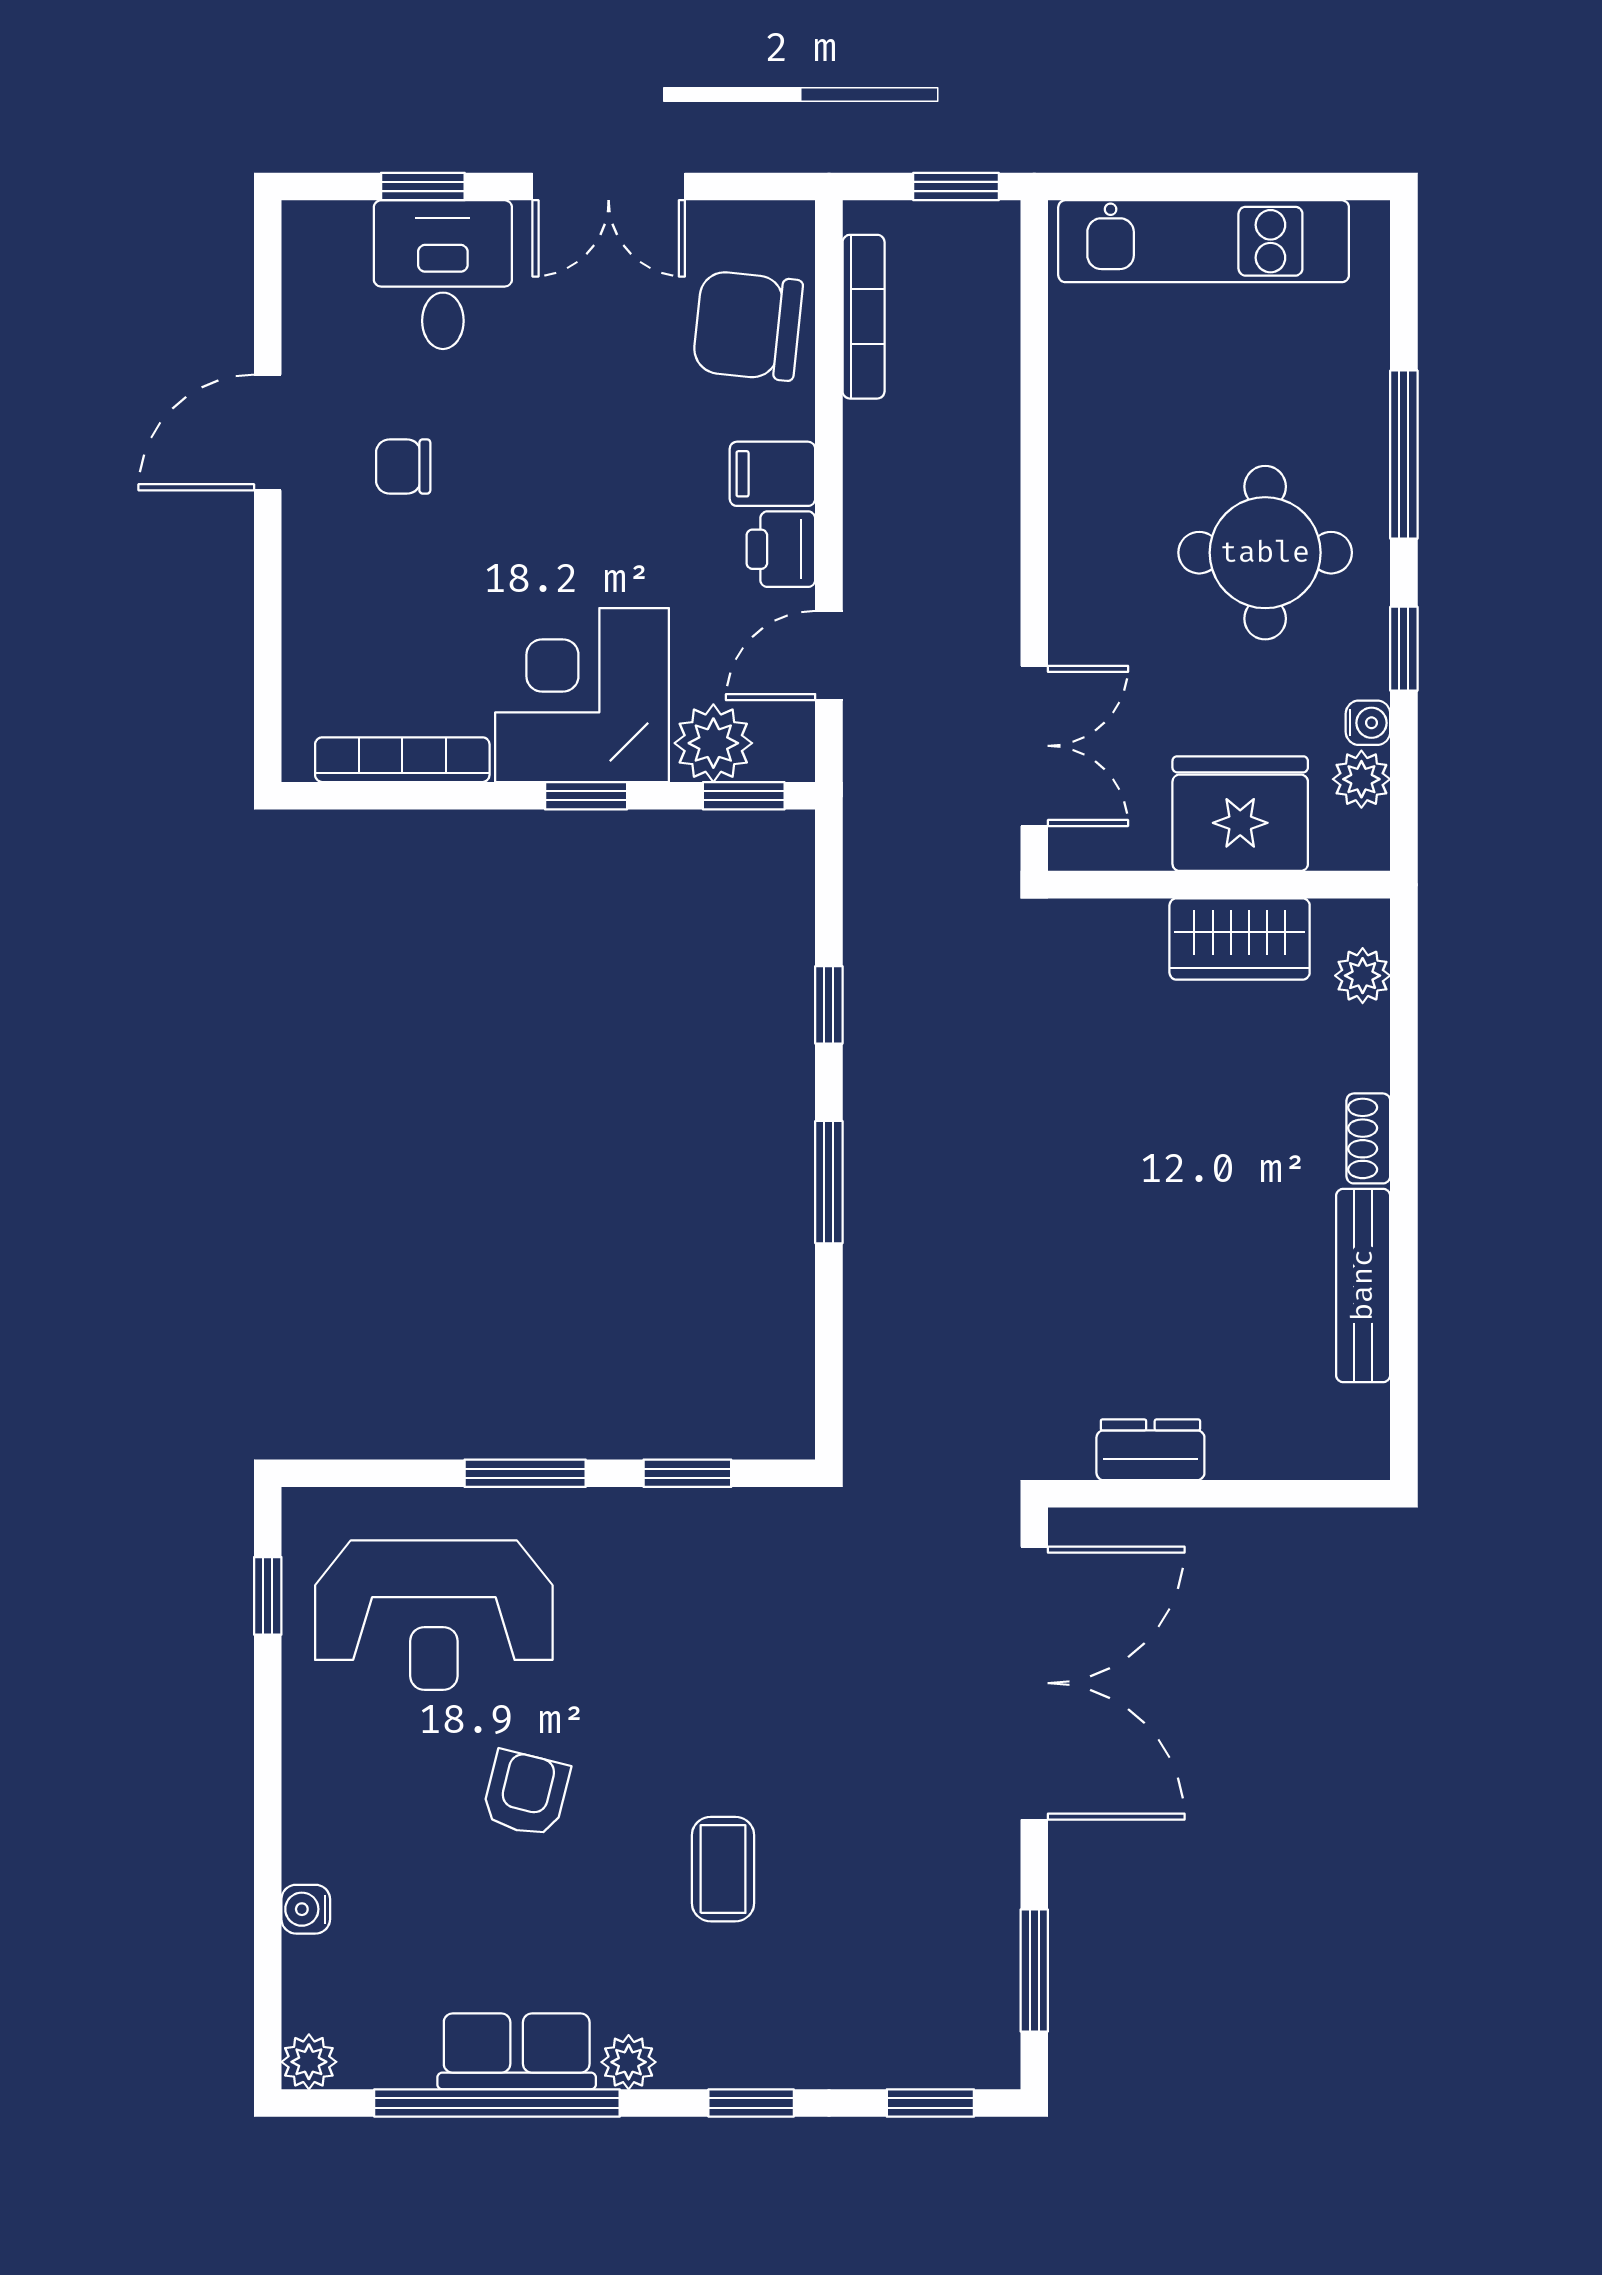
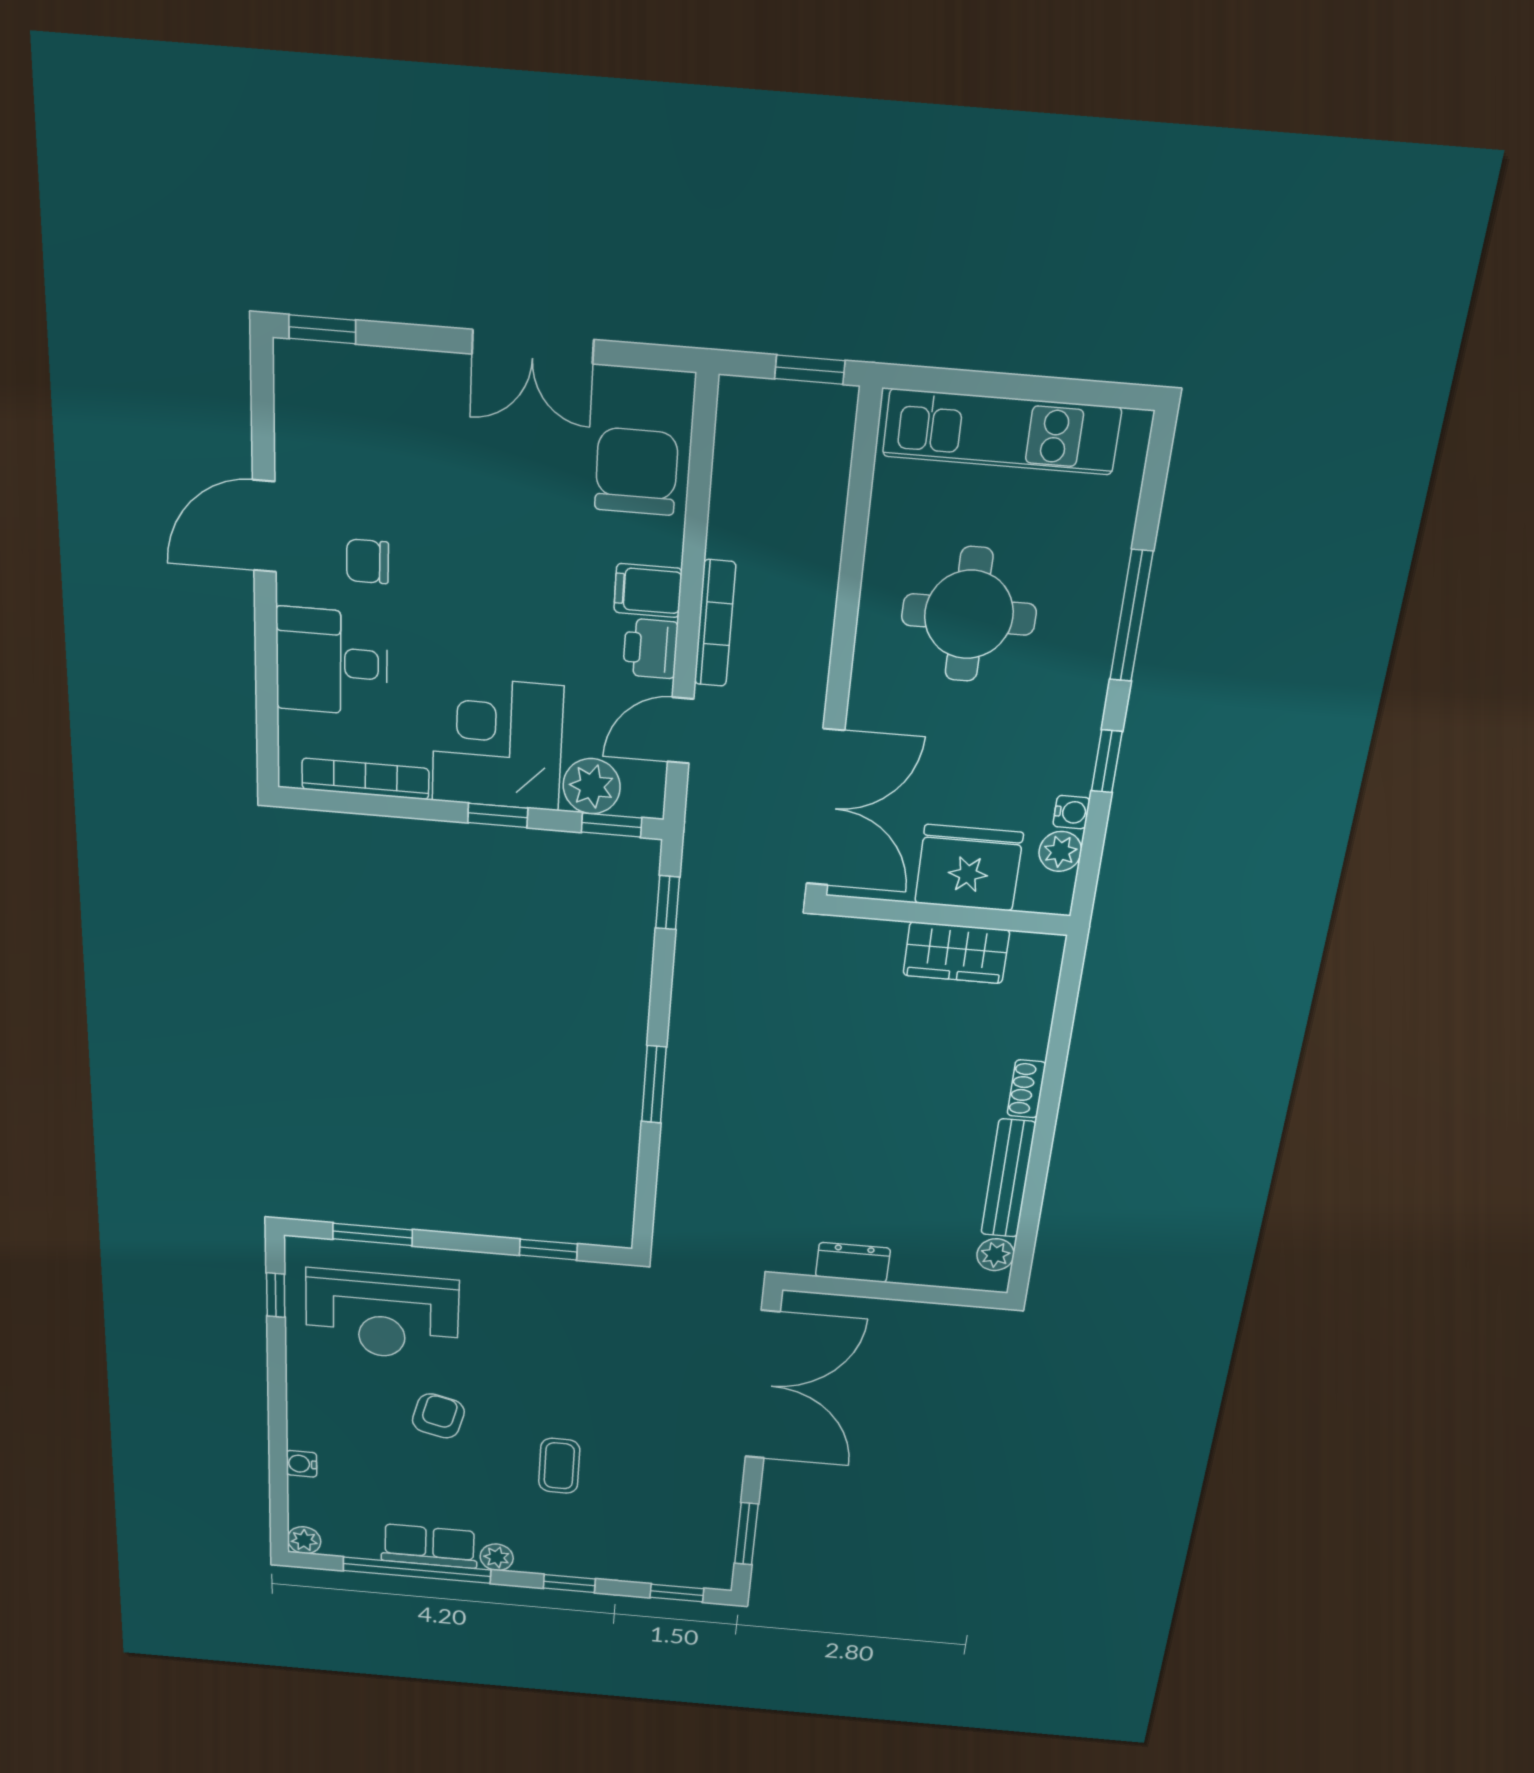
window: (423, 187) -> (322, 329), moved
desk: (443, 275) -> (332, 662), moved, turned -90
bookcase: (864, 317) -> (715, 623), moved
chair: (748, 326) -> (636, 472), turned 84
round table: (1265, 553) -> (969, 615), moved
double door: (1034, 746) -> (825, 808), width x1.37
plant: (1363, 976) -> (995, 1255), moved
window: (829, 1005) -> (668, 903), moved
window: (525, 1473) -> (373, 1234), moved

